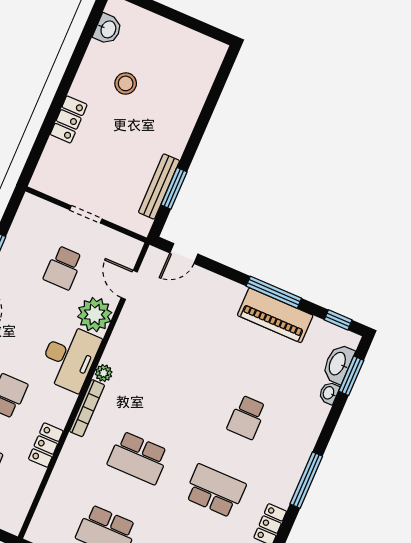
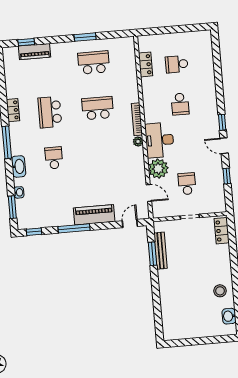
stool: (126, 83) -> (220, 291), moved
locker: (69, 119) -> (222, 231), moved
piano: (275, 315) -> (94, 215), moved
washbasin: (338, 364) -> (19, 166), moved
locker: (46, 445) -> (146, 64), moved
school desk: (215, 491) -> (50, 112), turned 90

